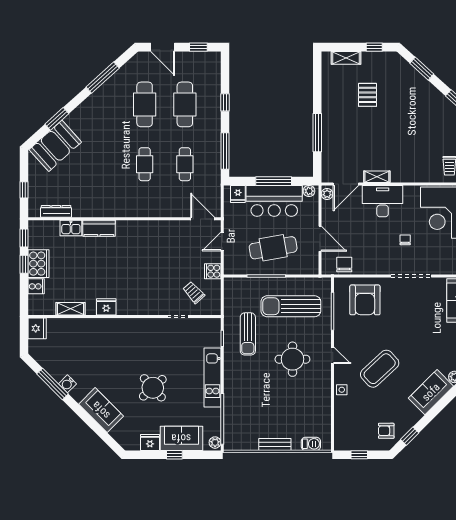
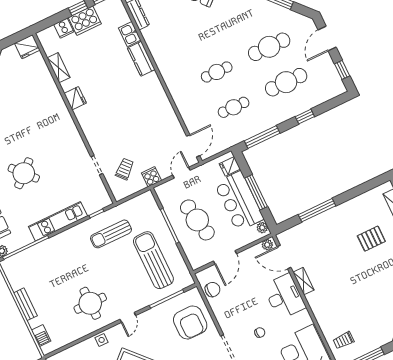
door: (222, 242) -> (181, 173), hinge flipped
armchair: (365, 300) -> (190, 322), turned -90
round table: (292, 359) -> (90, 303), moved

